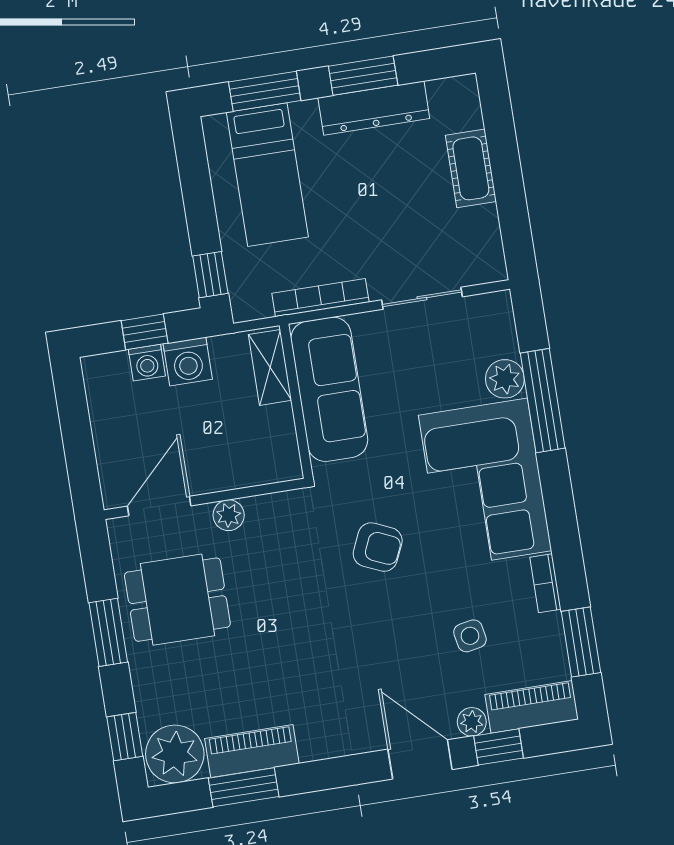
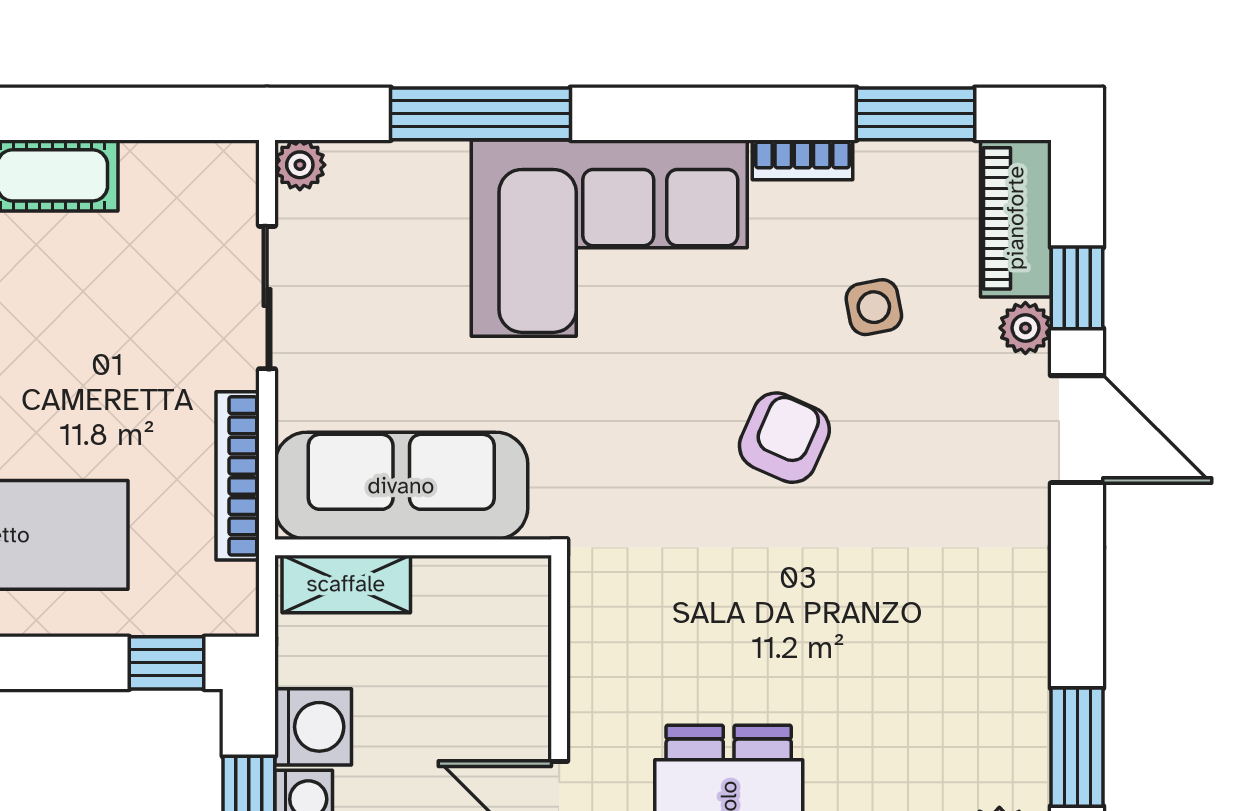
plant: (505, 379) -> (300, 165), moved, width x0.73, depth x0.73
plant: (229, 515) -> (595, 698), removed
armchair: (378, 547) -> (784, 438), moved
piano: (252, 751) -> (1016, 722), removed
door: (420, 759) -> (1077, 429), swing flipped

